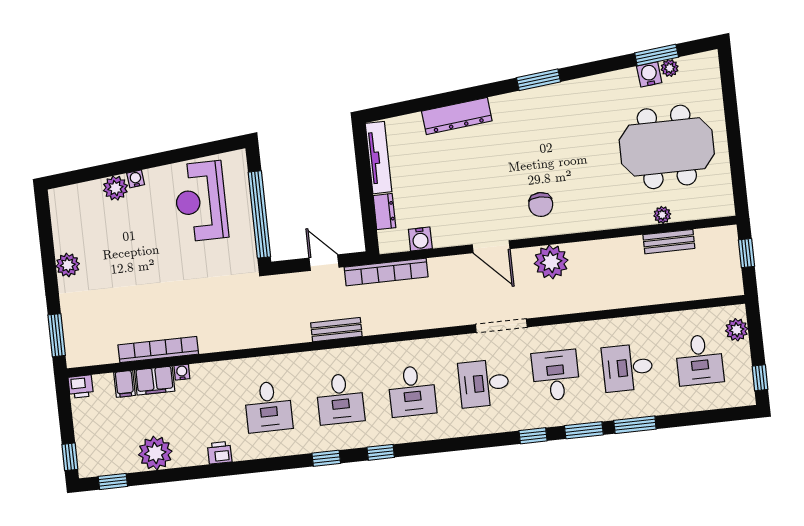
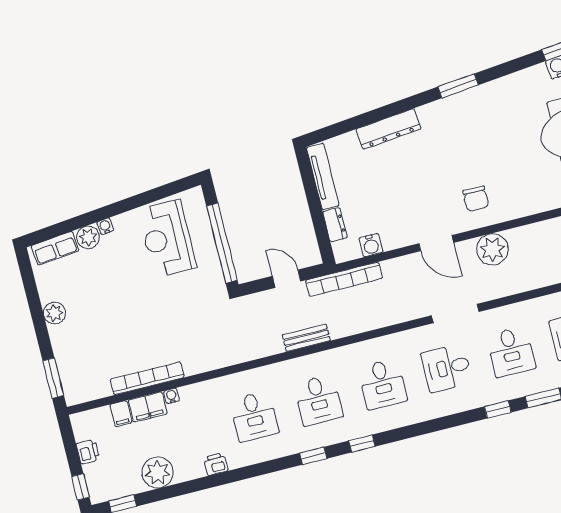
row of seats: (78, 195) -> (55, 248), added
desk: (556, 375) -> (511, 352), turned 180
printer: (81, 387) -> (88, 452), moved, turned -90

